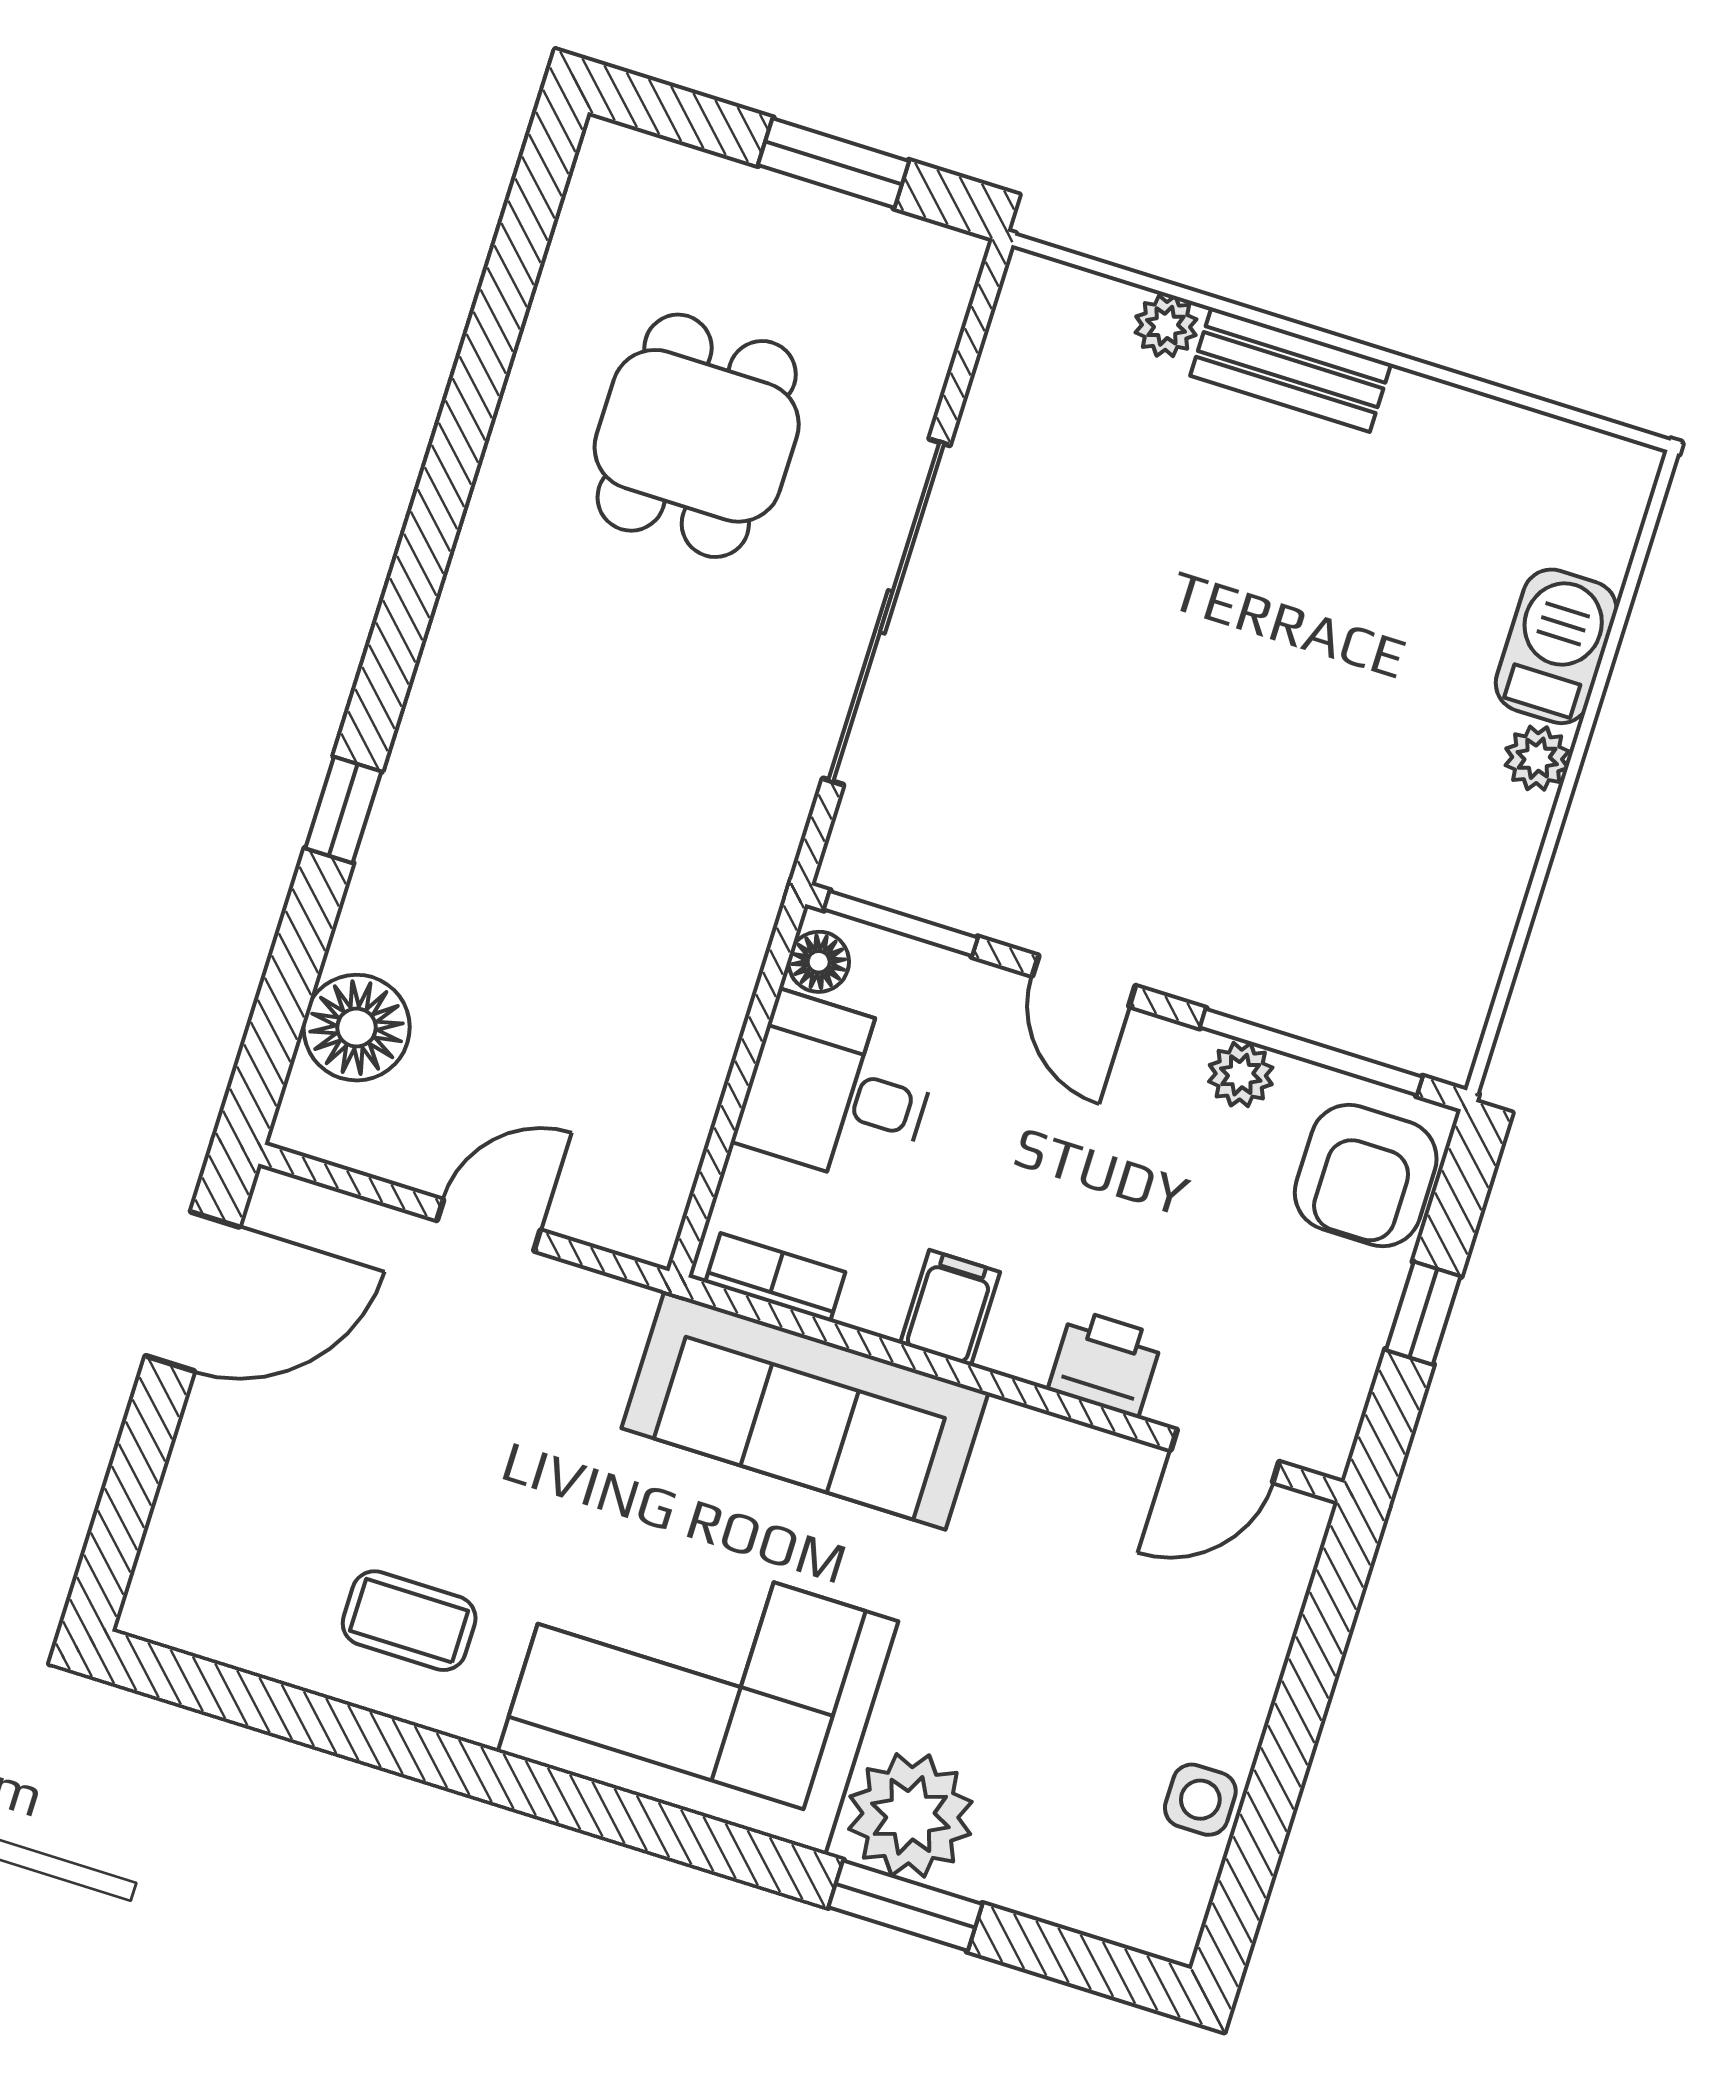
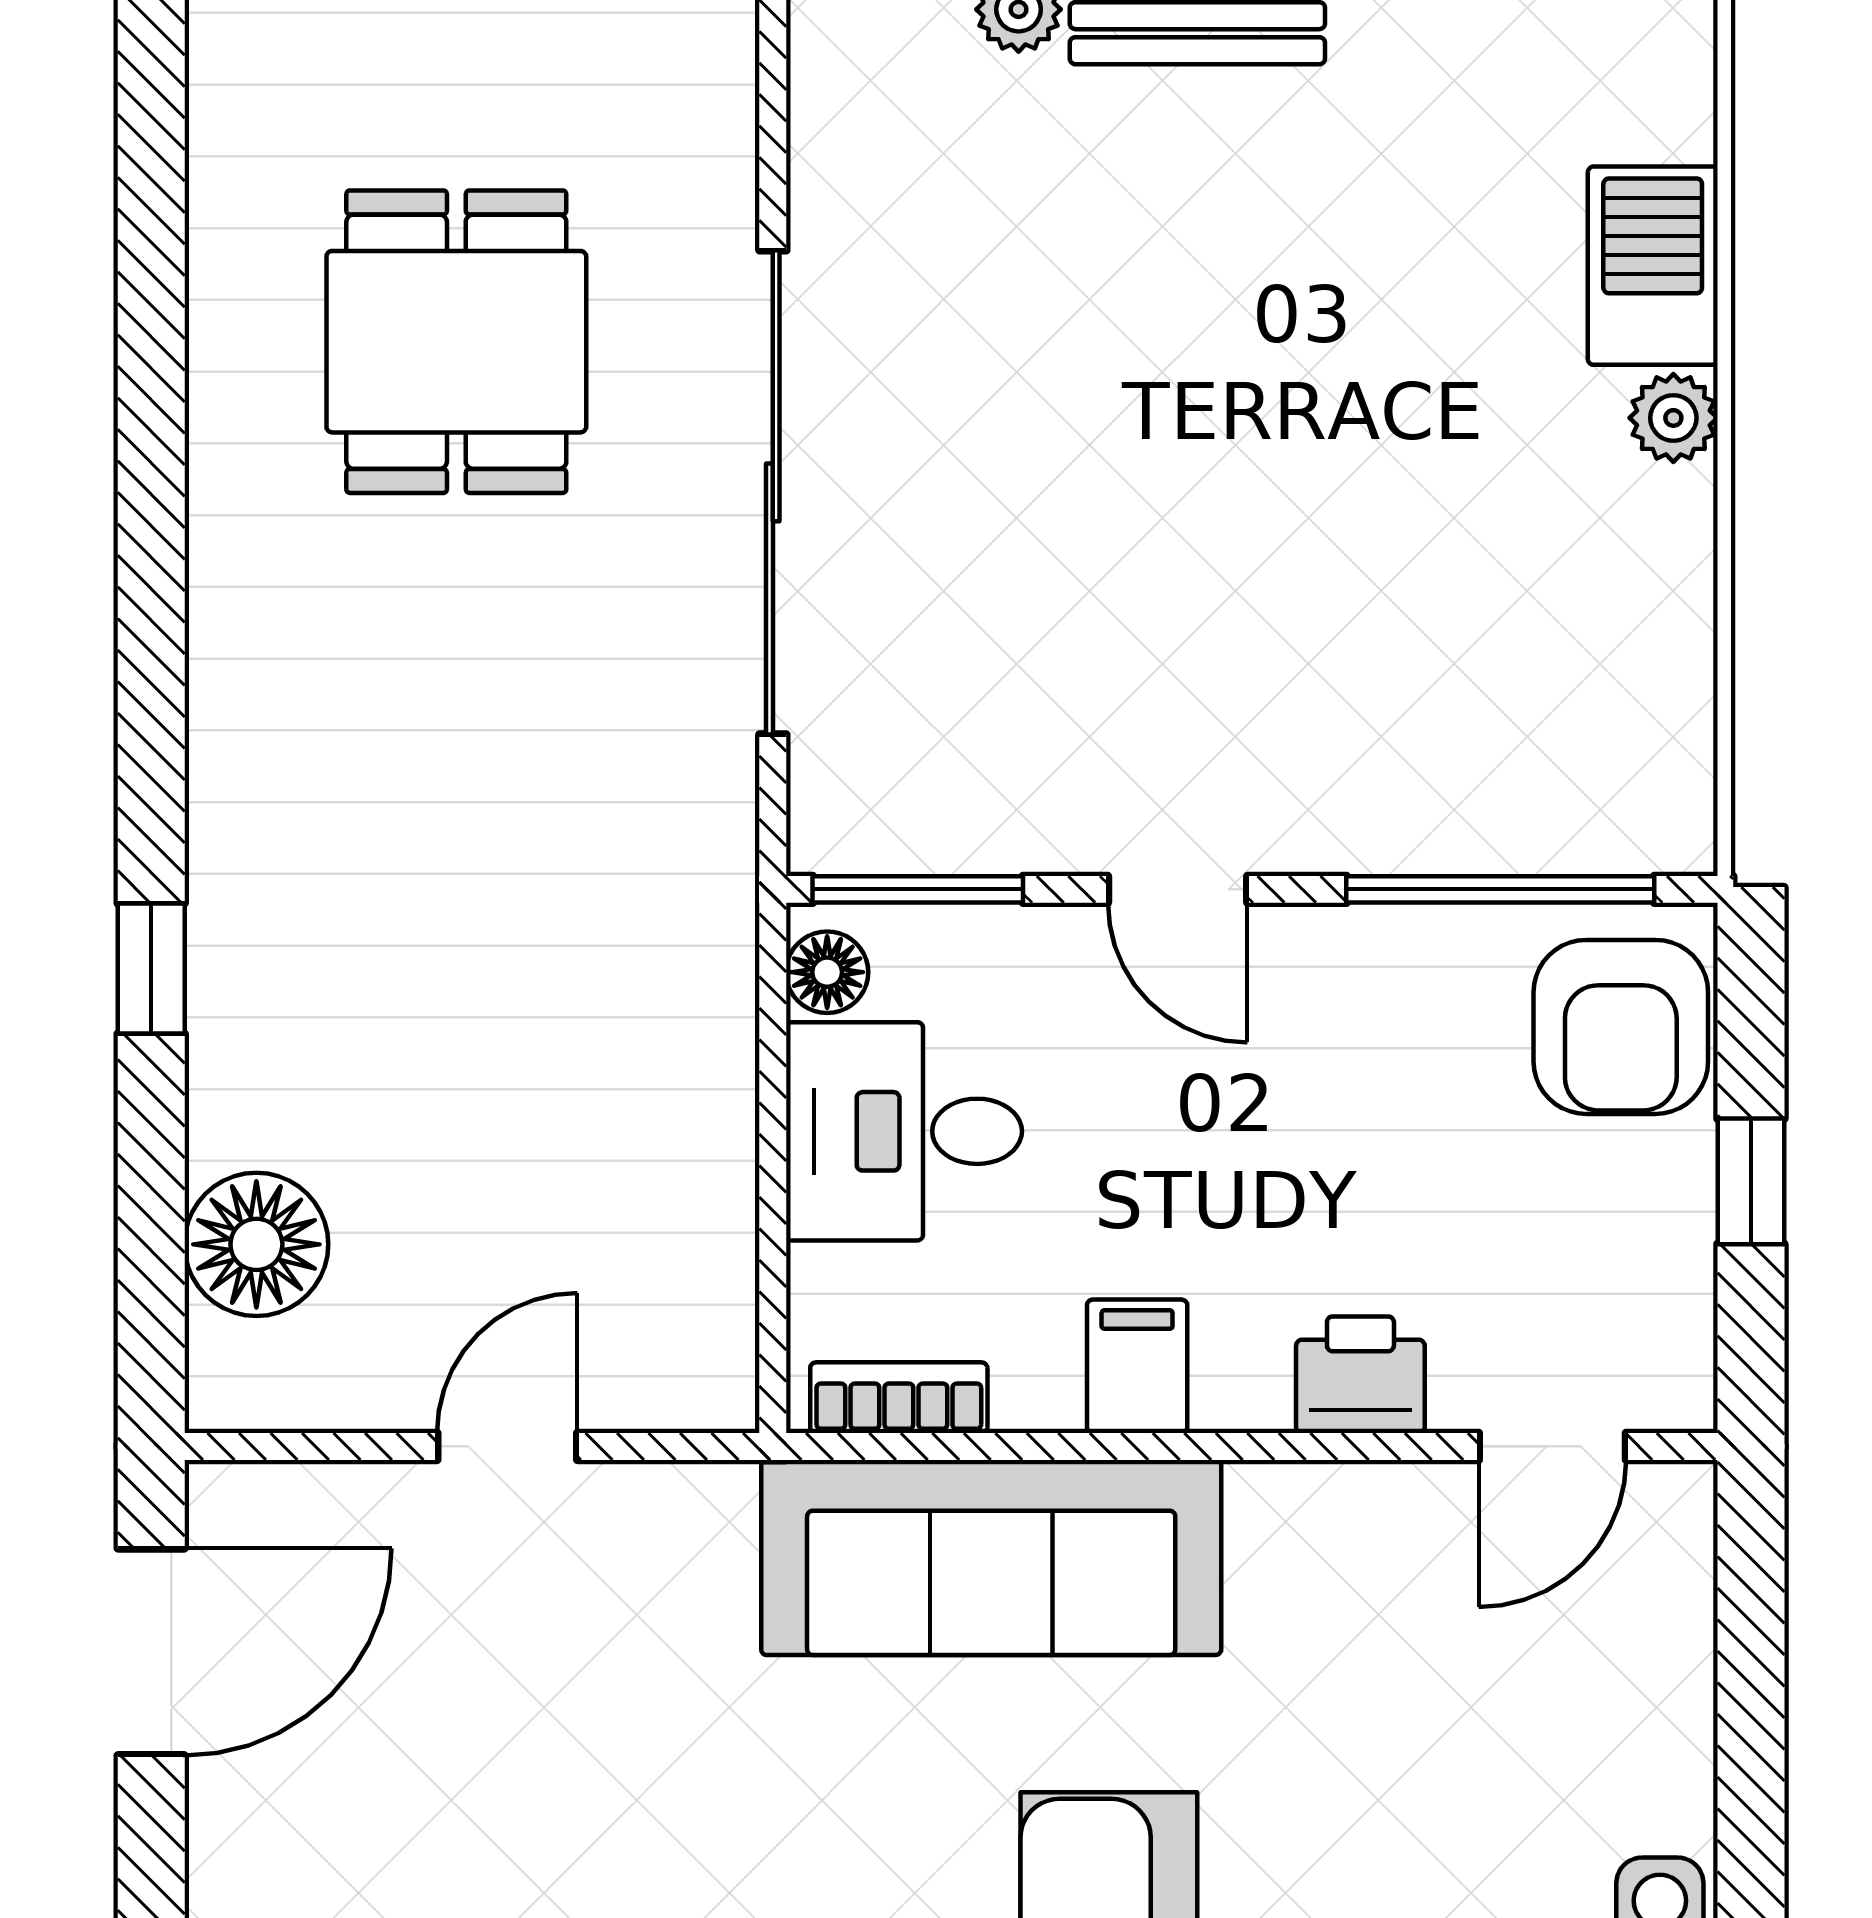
plant: (1241, 1075) -> (1418, 947), removed

